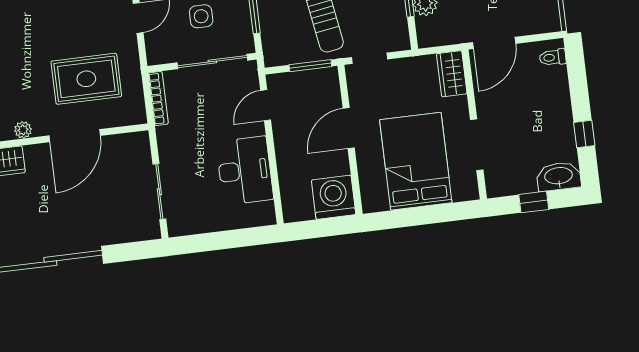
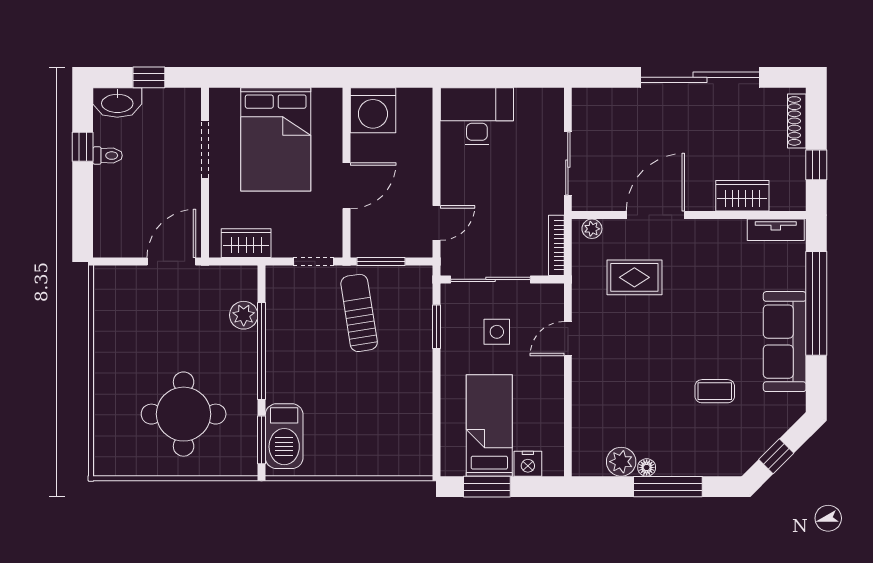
toilet: (553, 57) -> (108, 156), moved
wardrobe: (452, 74) -> (246, 243), moved, turned -90
rug: (86, 79) -> (634, 277), width x0.73, depth x0.70
plant: (23, 130) -> (592, 229), moved
desk: (245, 170) -> (477, 116), moved, turned 90
sliding door: (159, 192) -> (568, 164), moved

